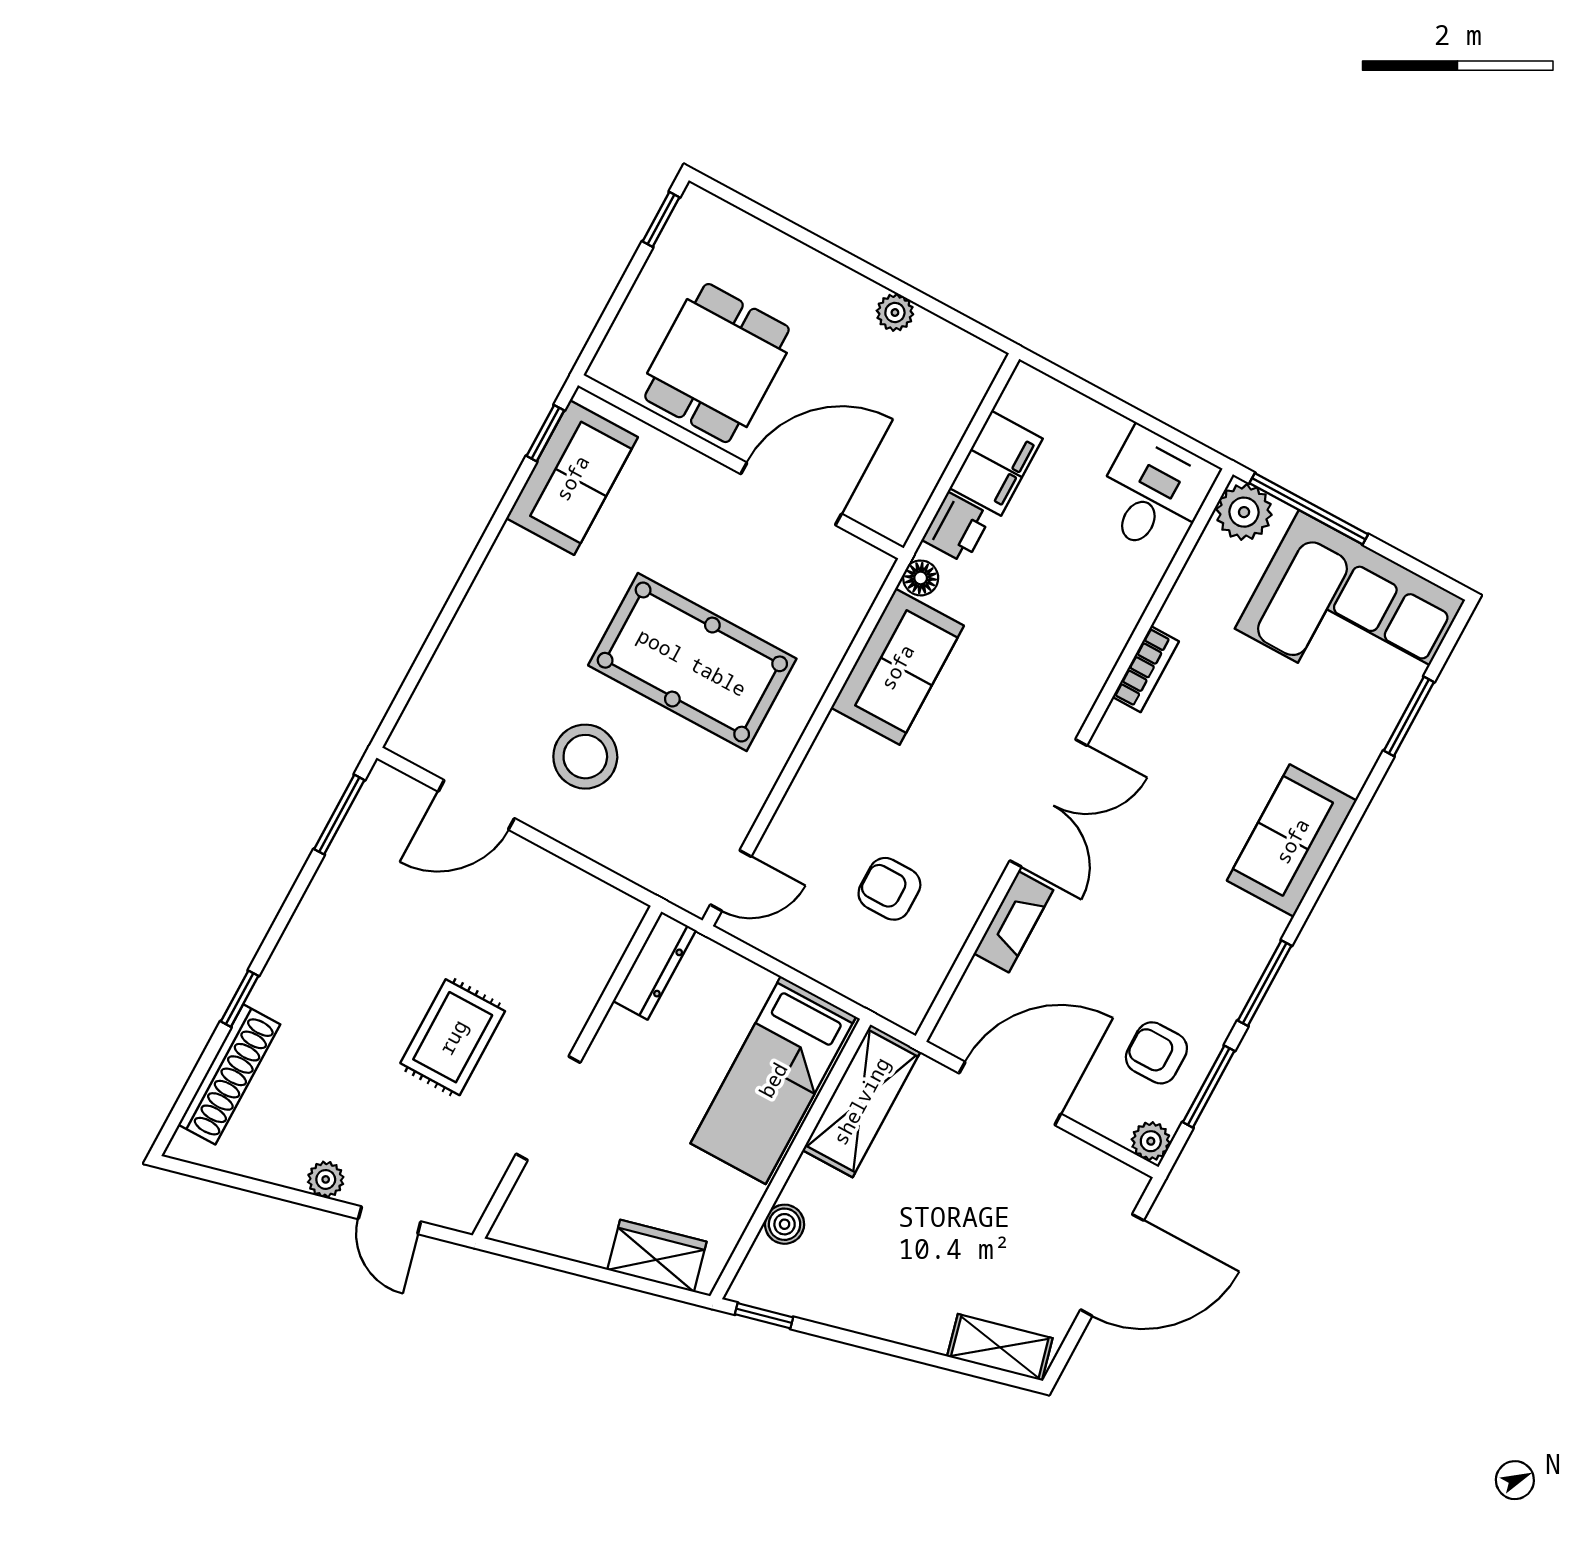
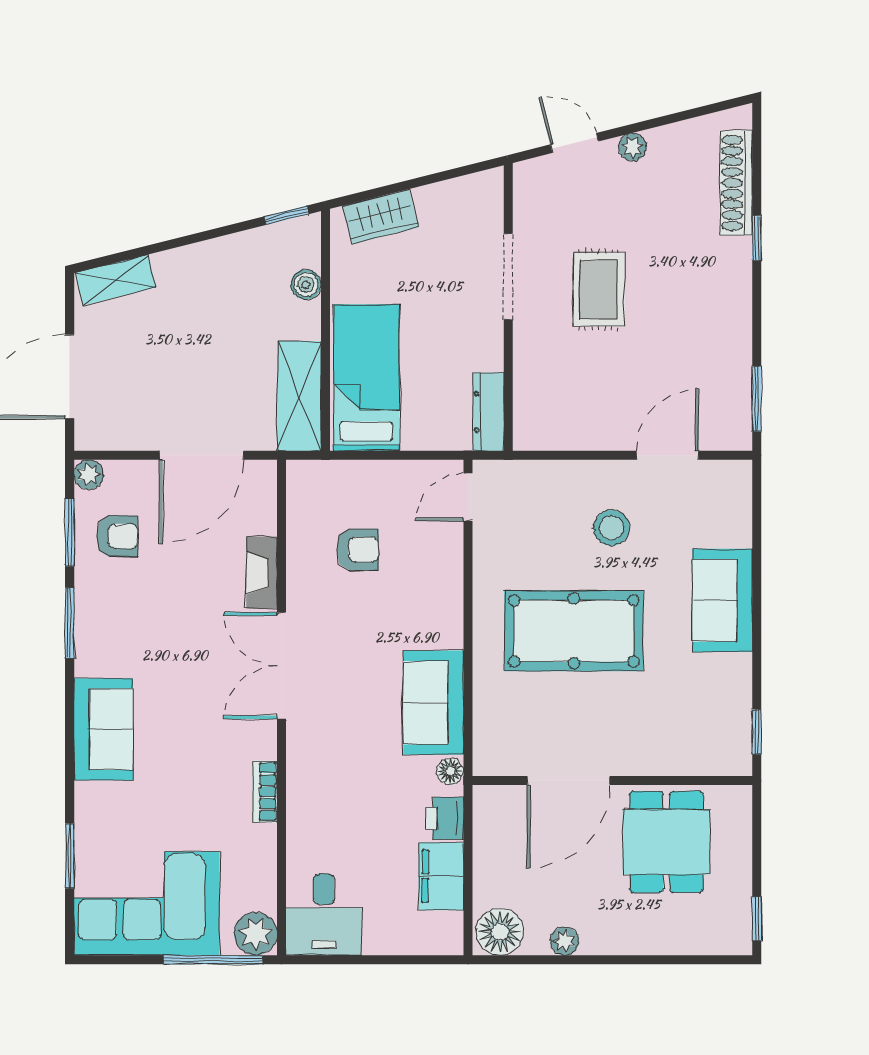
floor lamp: (963, 363) -> (500, 932), added
sofa: (572, 478) -> (723, 600), moved
stool: (585, 757) -> (612, 528), width x0.73, depth x0.73

